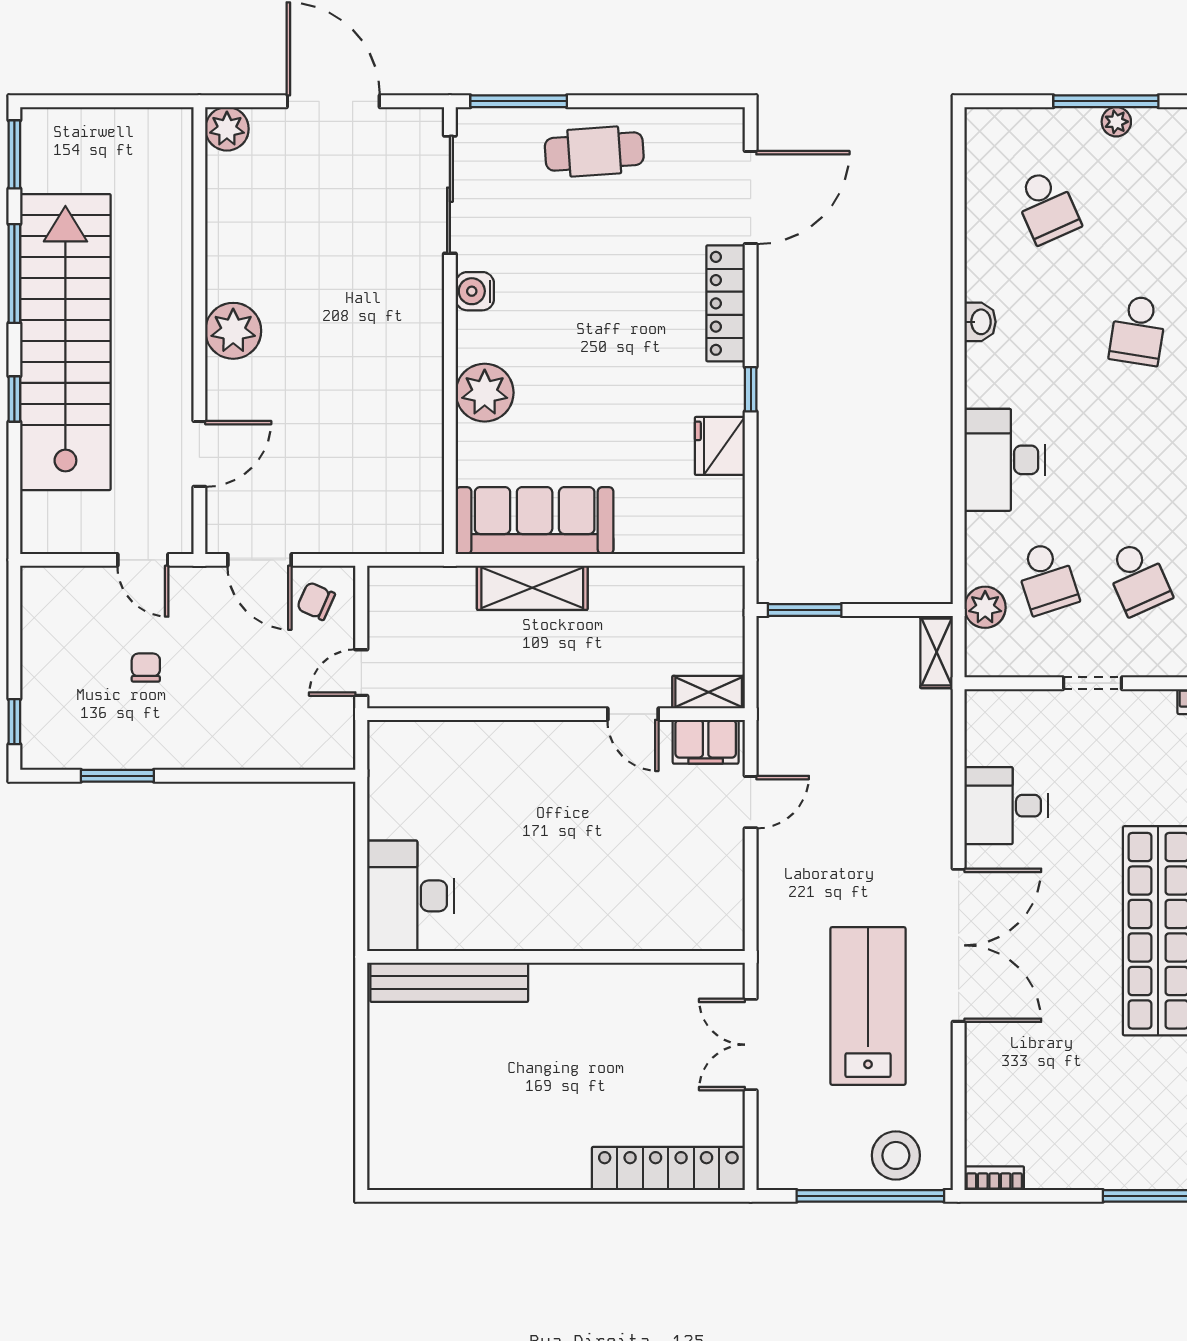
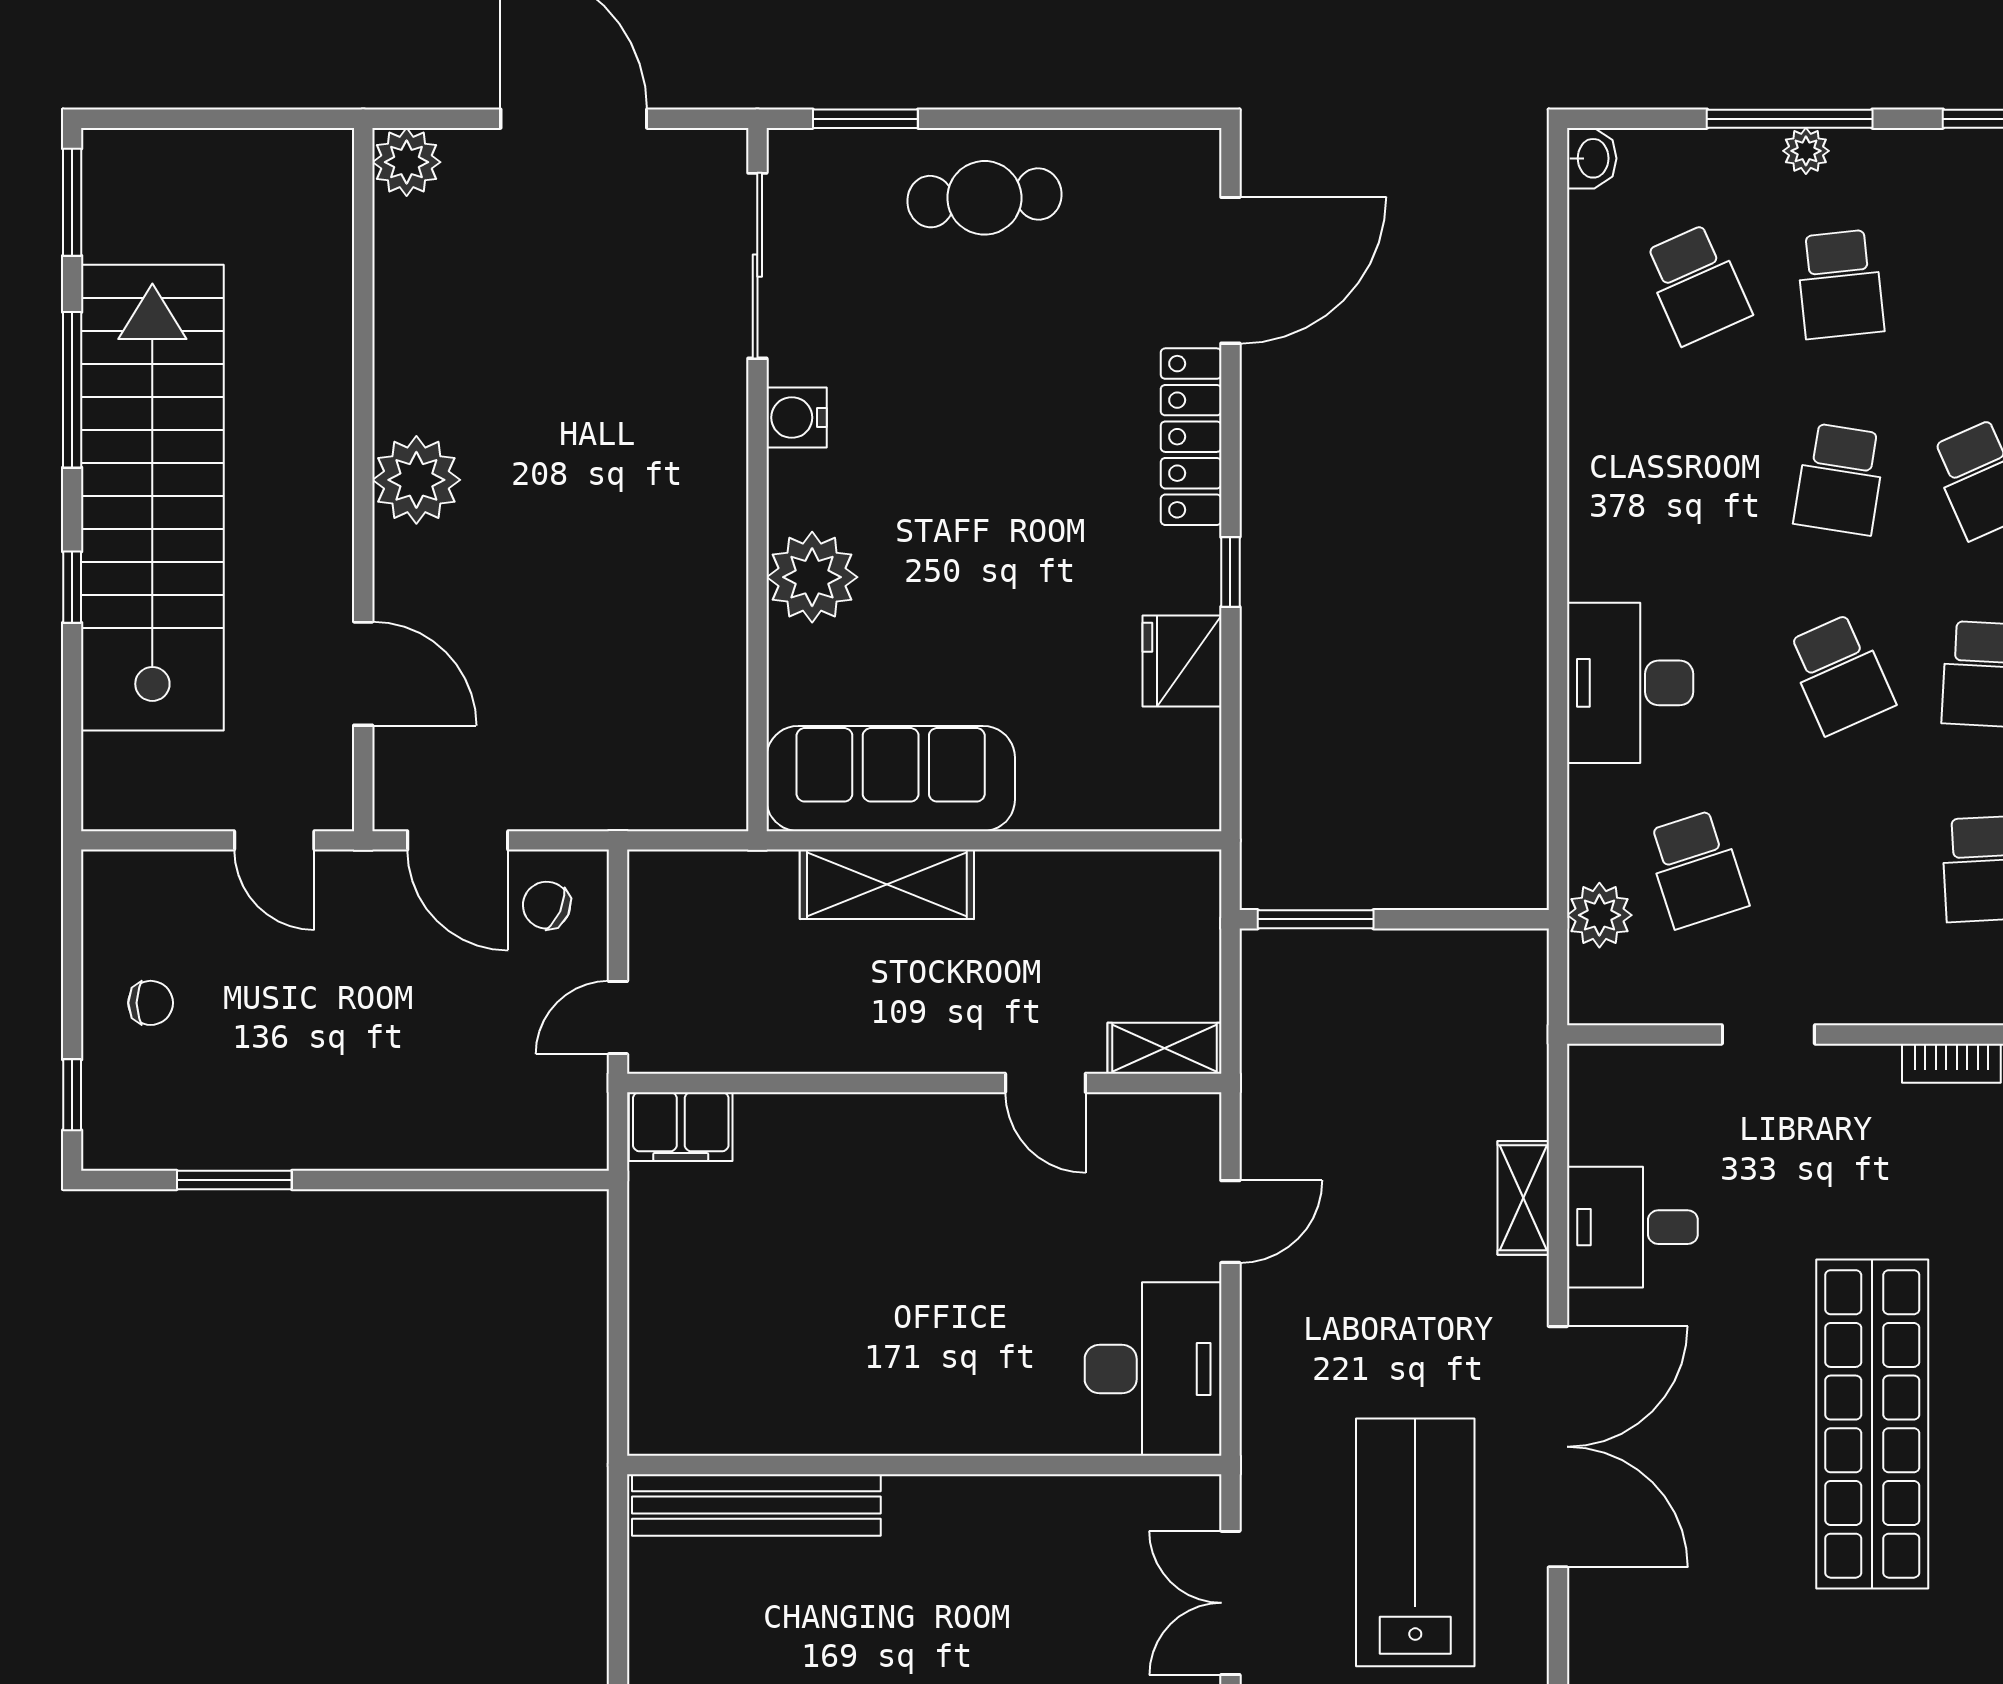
window: (519, 101) -> (865, 119), width x0.69
school desk: (1138, 206) -> (1840, 284), added
washbasin: (980, 322) -> (1592, 158), moved
door: (199, 454) -> (363, 674), hinge flipped
school desk: (1138, 578) -> (1840, 674), moved
shelving: (937, 652) -> (1523, 1198), moved
chair: (146, 668) -> (151, 1003), moved, turned 90
filing cabinet: (706, 742) -> (681, 1127), moved
desk: (410, 896) -> (1153, 1369), moved, turned 180

